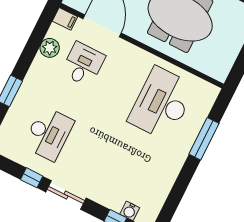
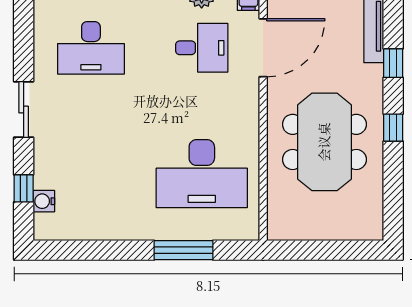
desk: (162, 104) -> (202, 174), turned 180
window: (32, 178) -> (24, 54), removed

